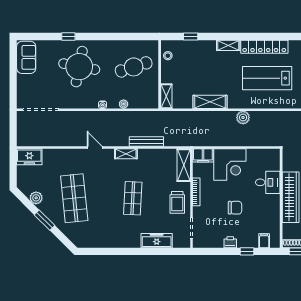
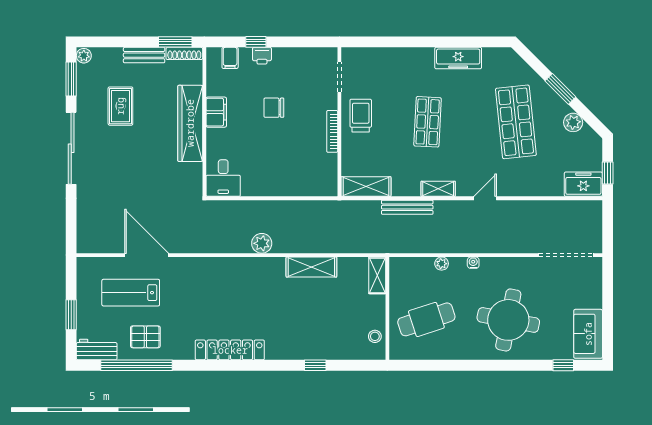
window: (68, 37) -> (563, 365), moved
window: (191, 37) -> (315, 365), moved
shelving: (228, 45) -> (284, 352), removed
lab bench: (267, 78) -> (225, 303), removed
door: (95, 147) -> (485, 198), swing flipped
filing cabinet: (203, 155) -> (216, 112), moved, turned 90
window: (13, 164) -> (608, 173), added
shelving: (184, 165) -> (366, 187), moved, turned 90
corner desk: (230, 165) -> (282, 172), removed
desk: (268, 182) -> (223, 178), moved, turned -90
freezer: (157, 241) -> (458, 58), moved
printer: (230, 242) -> (262, 56), moved

